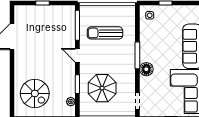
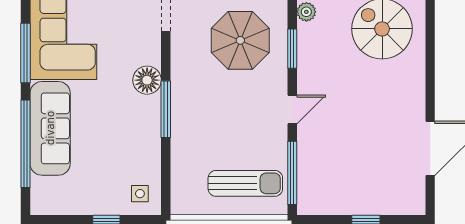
sun lounger: (105, 33) -> (245, 183), moved
door: (77, 55) -> (292, 109), hinge flipped

